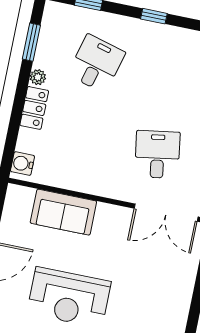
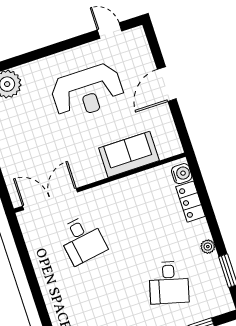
locker: (34, 108) -> (190, 202), moved
reception desk: (69, 297) -> (87, 91), turned 180

